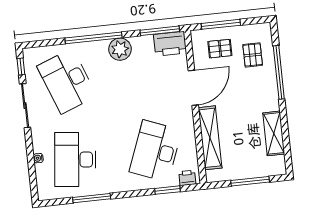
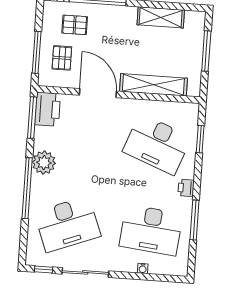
printer: (187, 178) -> (186, 188), moved

